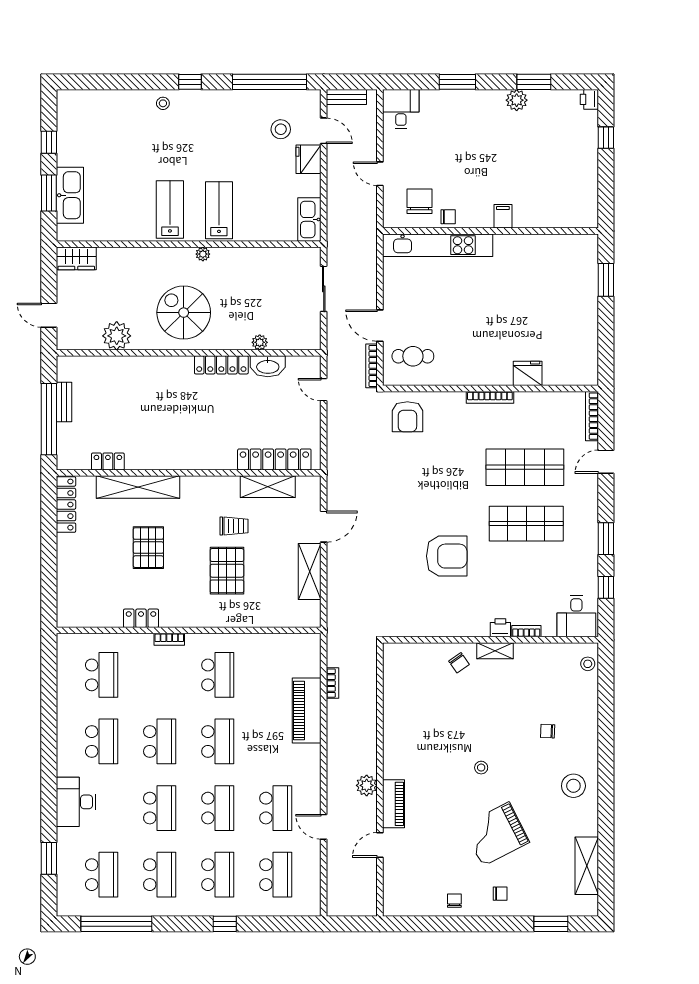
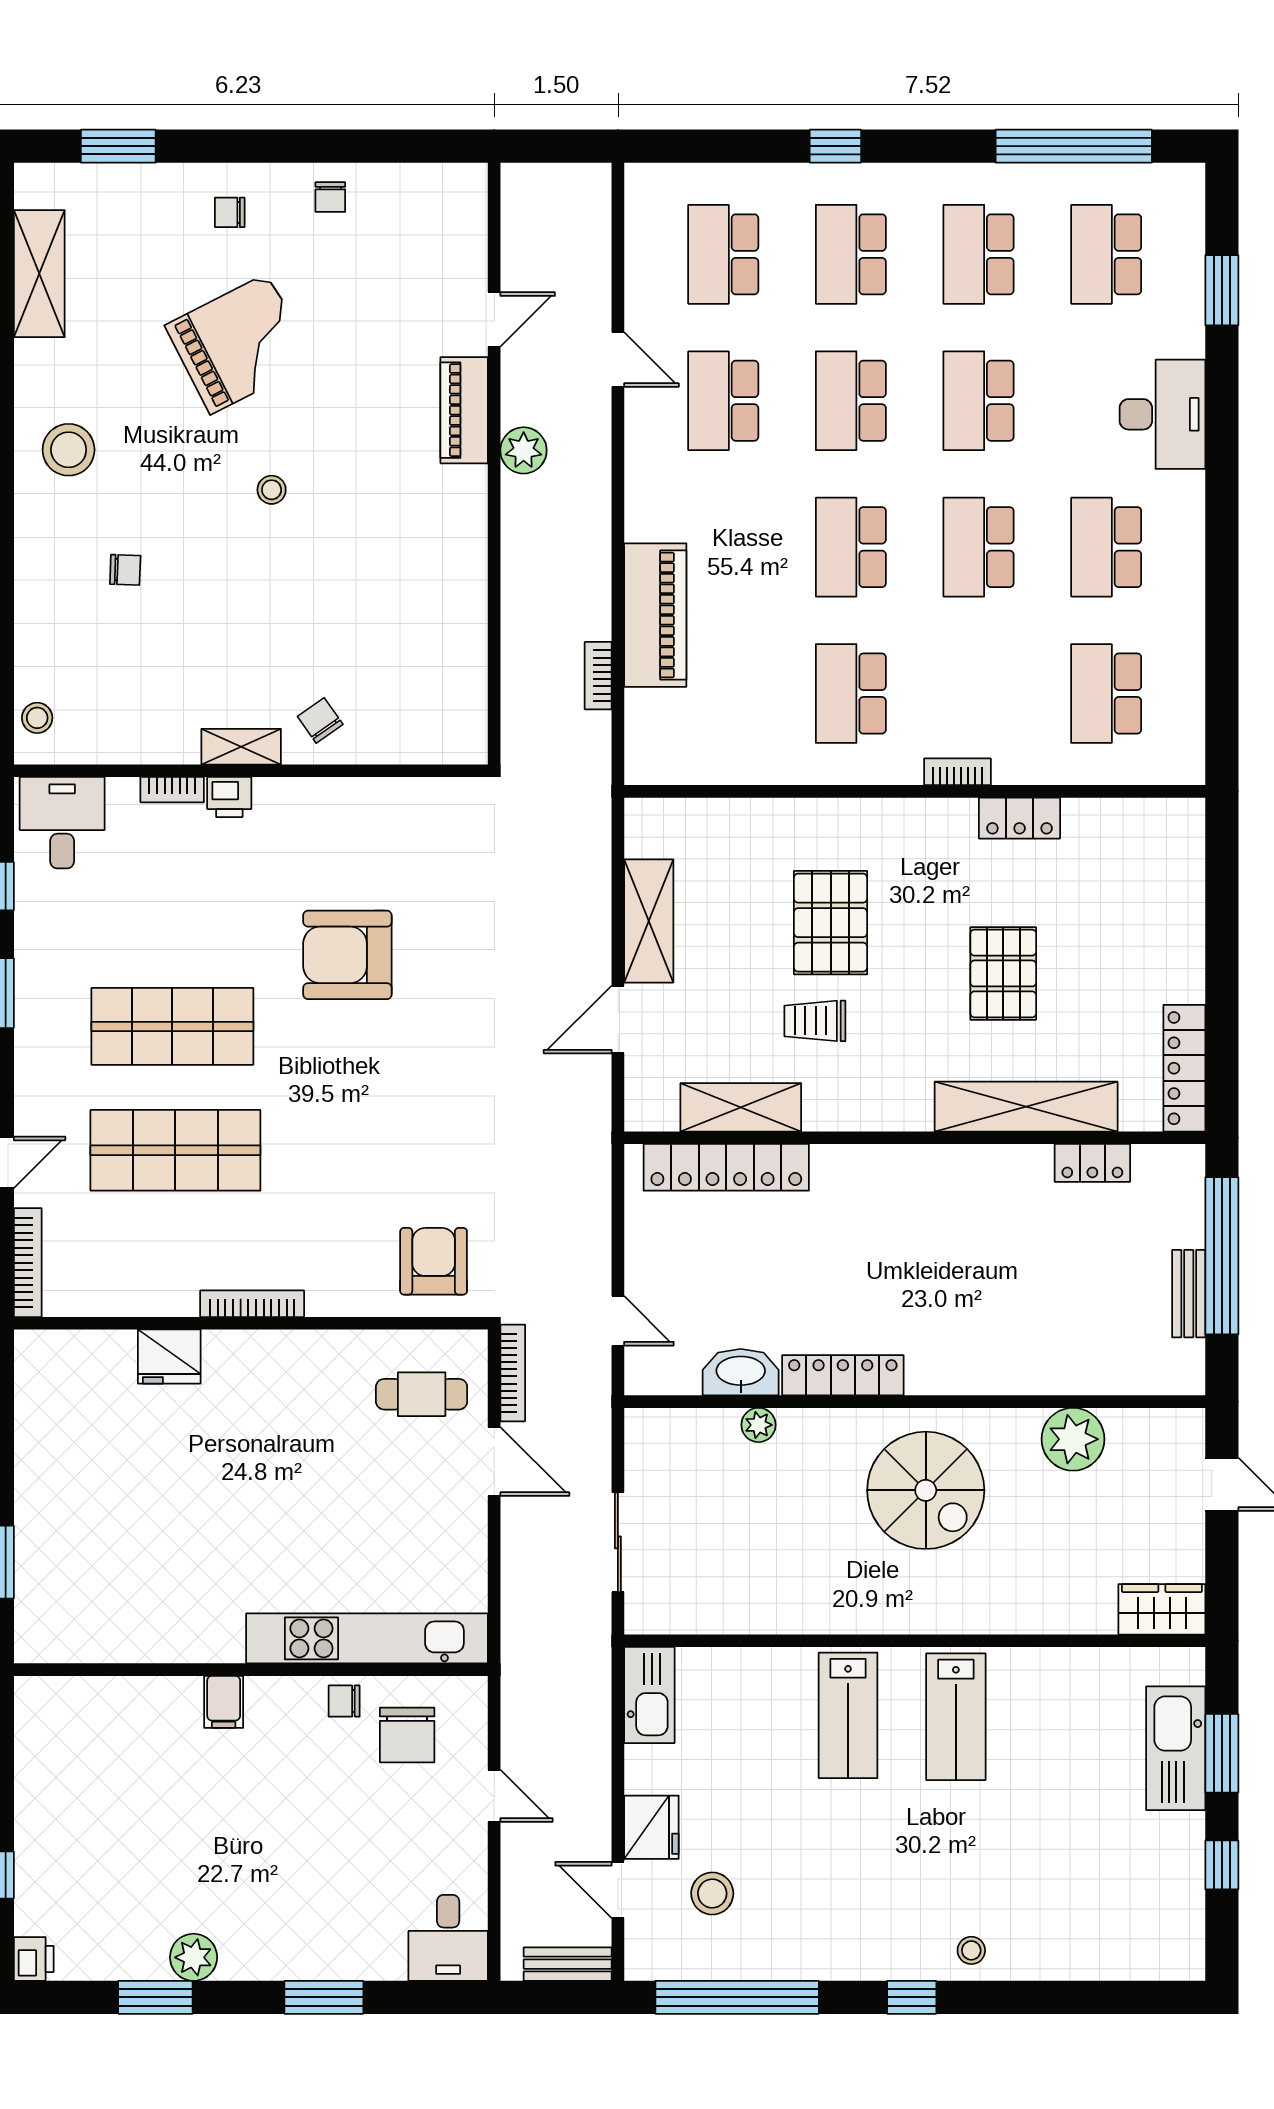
plant: (203, 254) -> (884, 1619), removed

